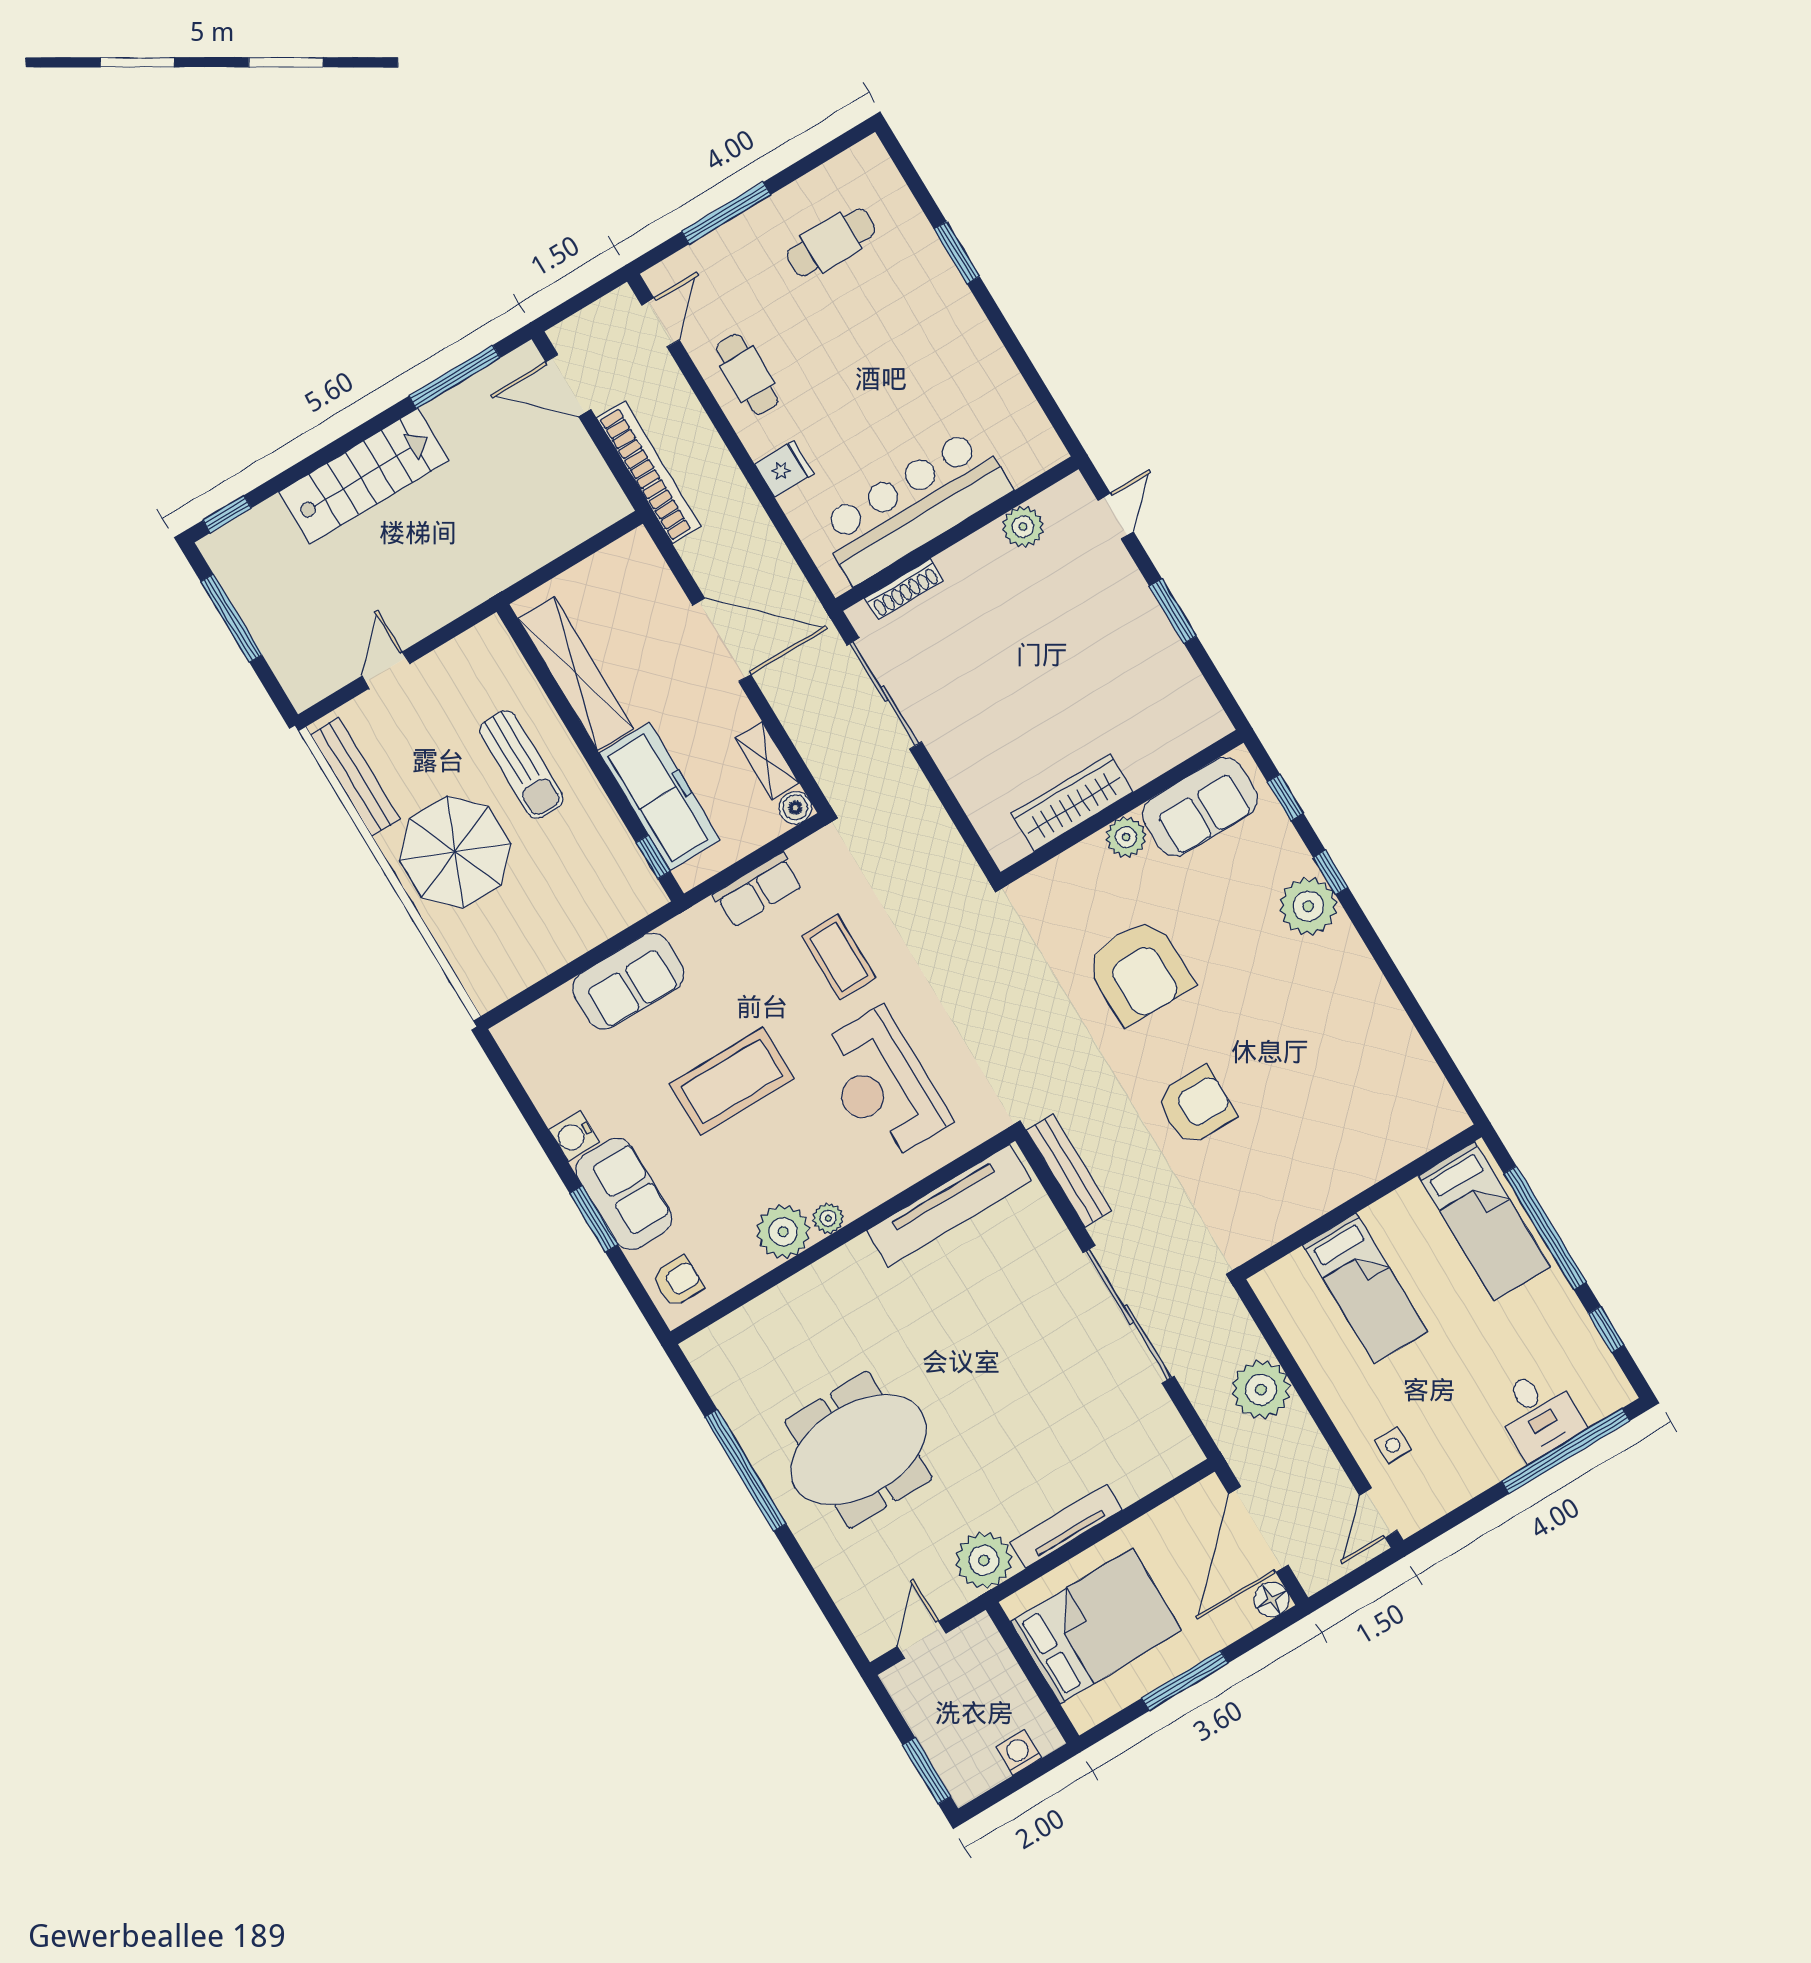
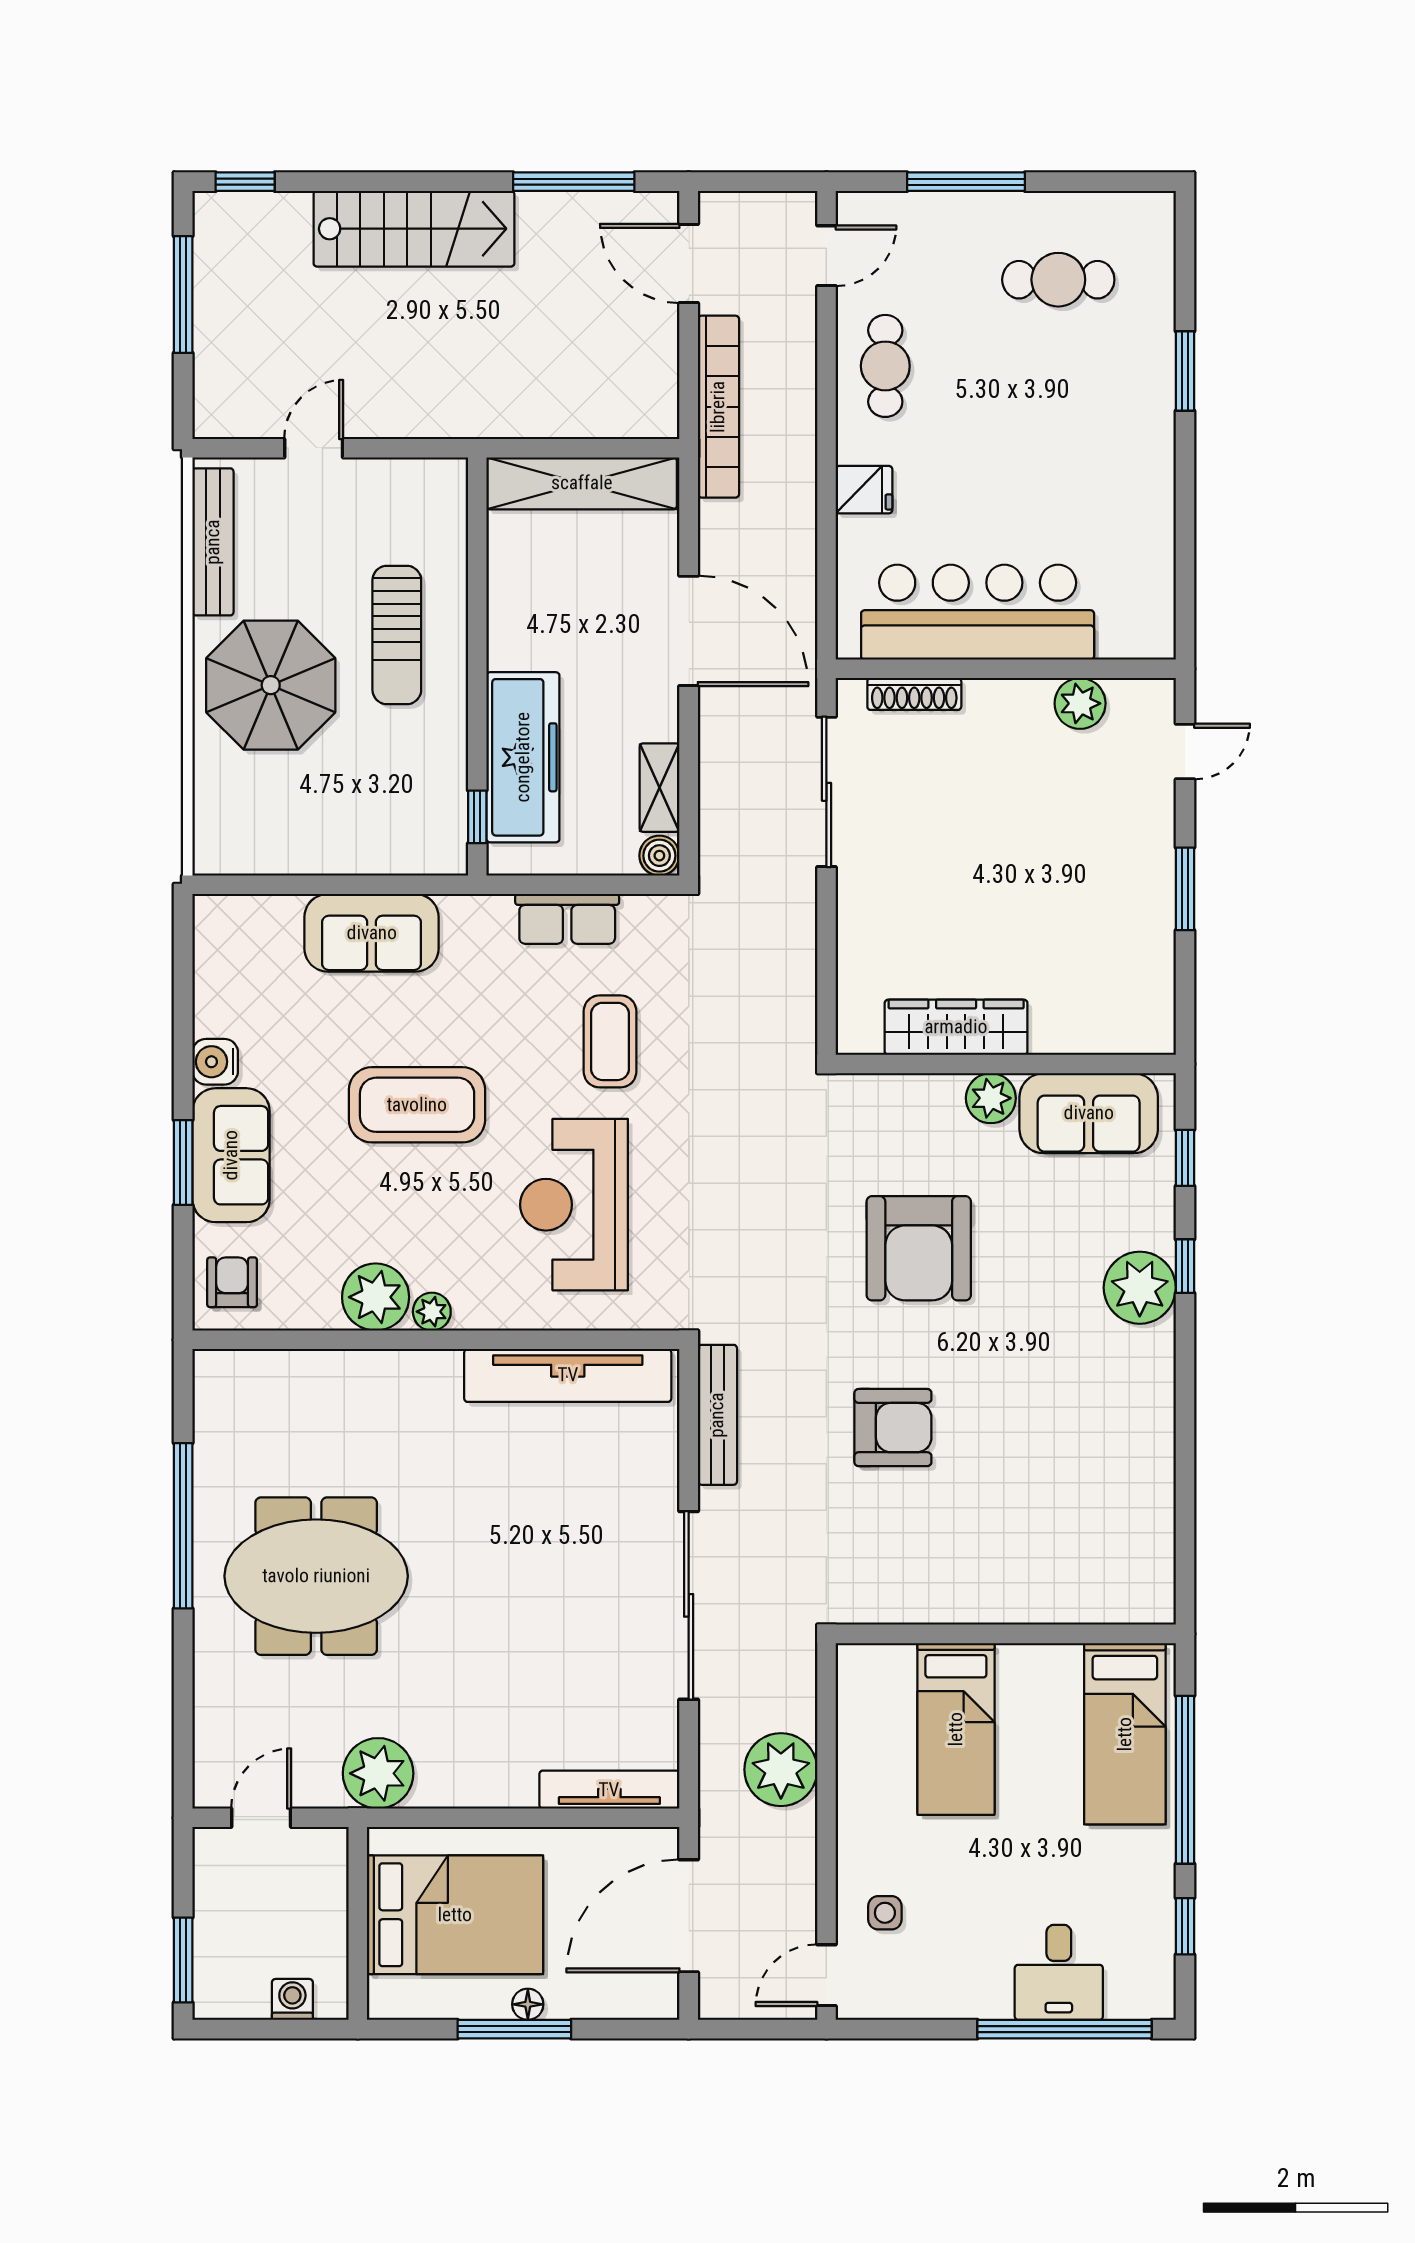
shelving: (576, 674) -> (582, 483), moved, turned 90
armchair: (678, 1281) -> (232, 1282), turned -90
tv unit: (1066, 1526) -> (609, 1790), moved
floor lamp: (1272, 1599) -> (528, 2004), moved, width x0.73, depth x0.73

